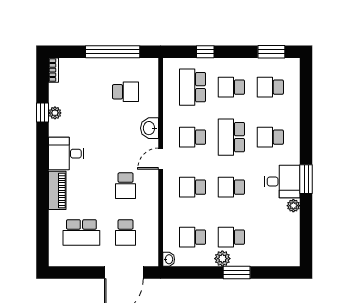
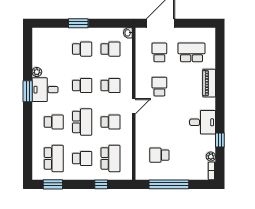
school desk: (270, 87) -> (54, 158), width x1.85
plant: (55, 113) -> (211, 157), moved
washbasin: (149, 128) -> (142, 129), removed
desk: (66, 154) -> (203, 122), moved
plant: (222, 259) -> (89, 33), removed

